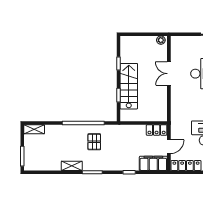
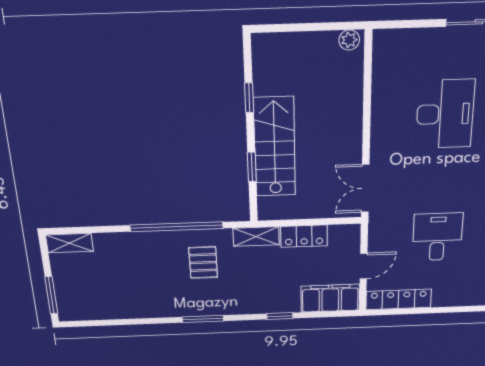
double door: (169, 74) -> (365, 188), moved
locker: (157, 130) -> (304, 236), moved
shelving: (72, 166) -> (256, 237), moved

